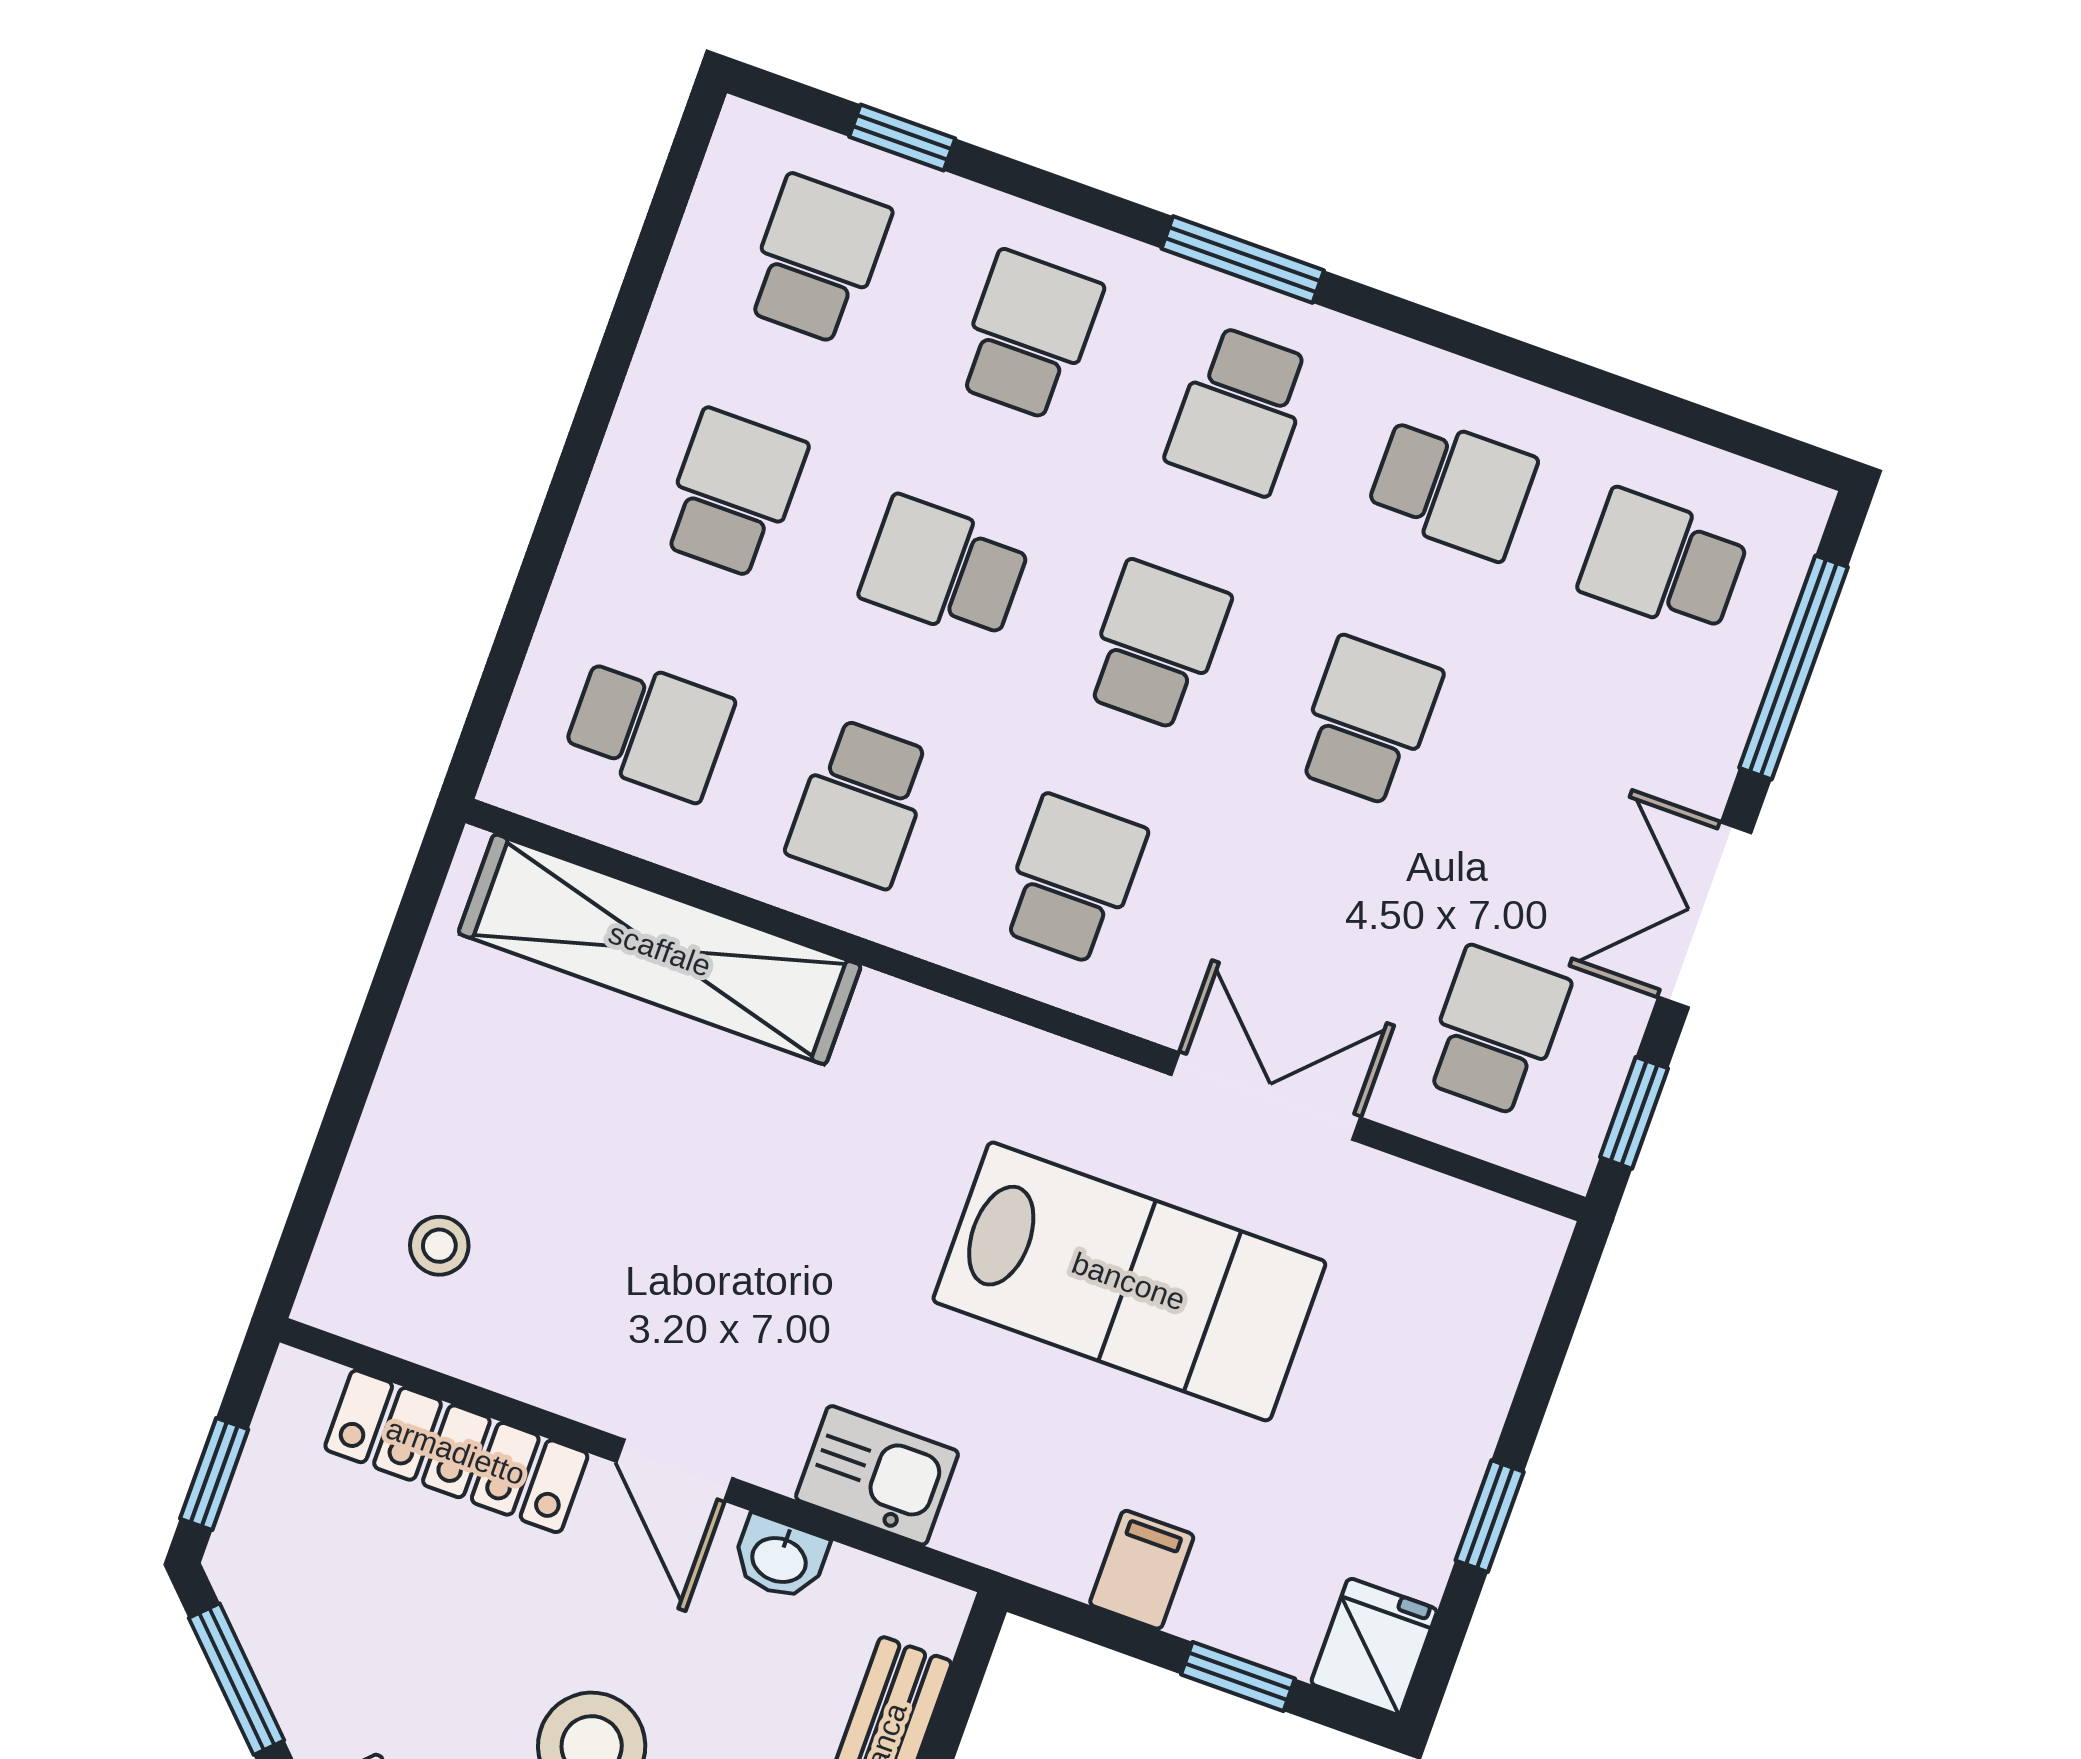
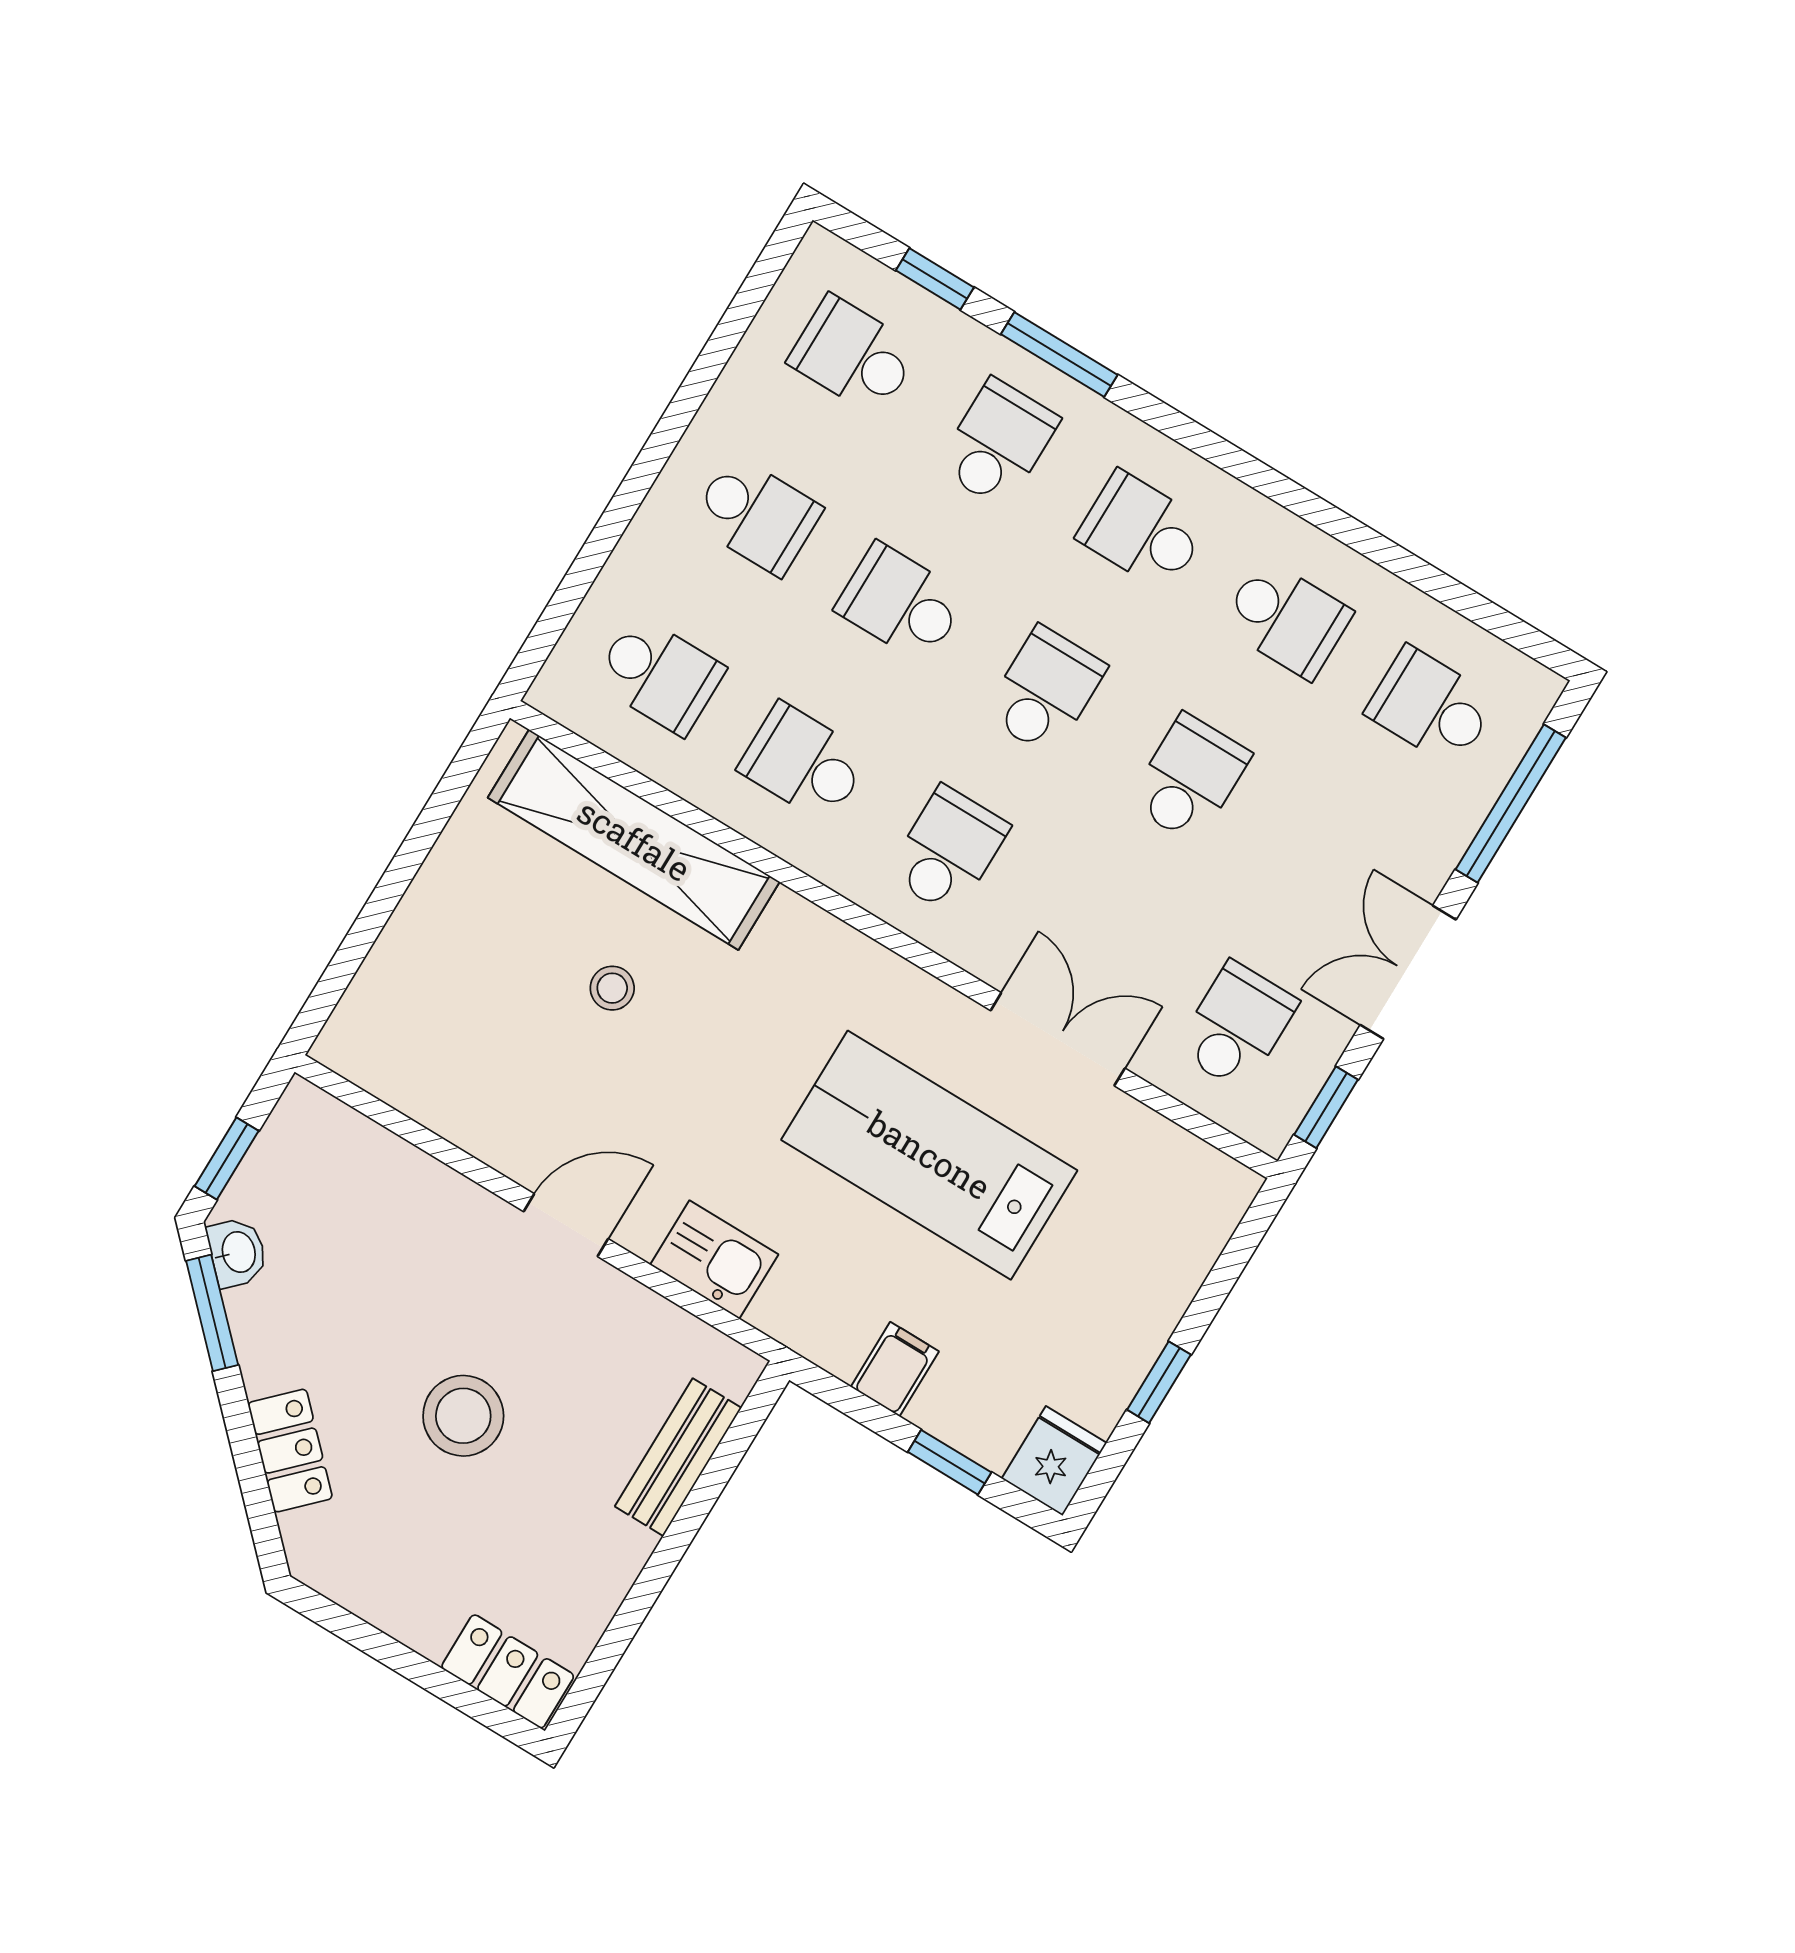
school desk: (817, 259) -> (854, 355), turned -90
window: (1243, 260) -> (1059, 355), moved
school desk: (1240, 411) -> (1142, 531), turned 90
school desk: (733, 493) -> (757, 515), turned 90
school desk: (861, 803) -> (804, 763), turned 90
stool: (439, 1246) -> (612, 988), moved
lab bench: (1129, 1281) -> (929, 1155), turned 180
locker: (456, 1451) -> (408, 1178), removed
door: (674, 1470) -> (566, 1225), swing flipped
washbasin: (780, 1558) -> (237, 1252), moved, turned -135

